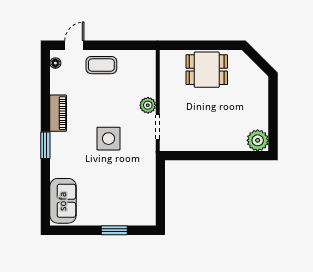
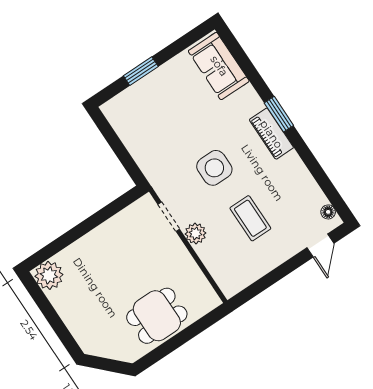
coffee table: (101, 65) -> (250, 218), moved, turned 90
piano: (58, 113) -> (271, 134), moved

